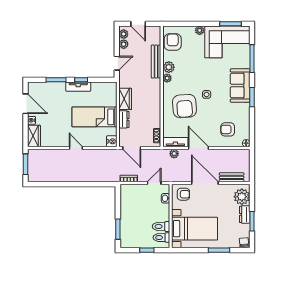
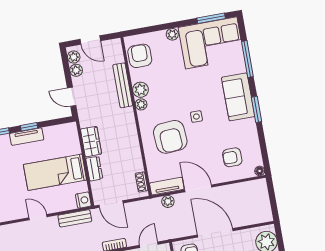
door: (117, 63) -> (72, 97), swing flipped
bench: (232, 177) -> (75, 218), moved

